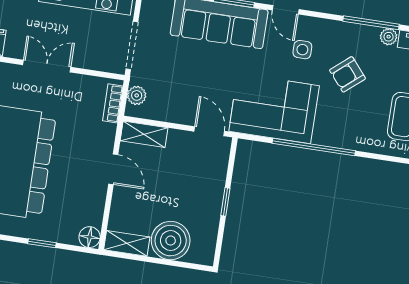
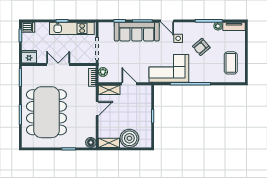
door: (209, 131) -> (129, 84), moved
door: (113, 169) -> (97, 109), hinge flipped

